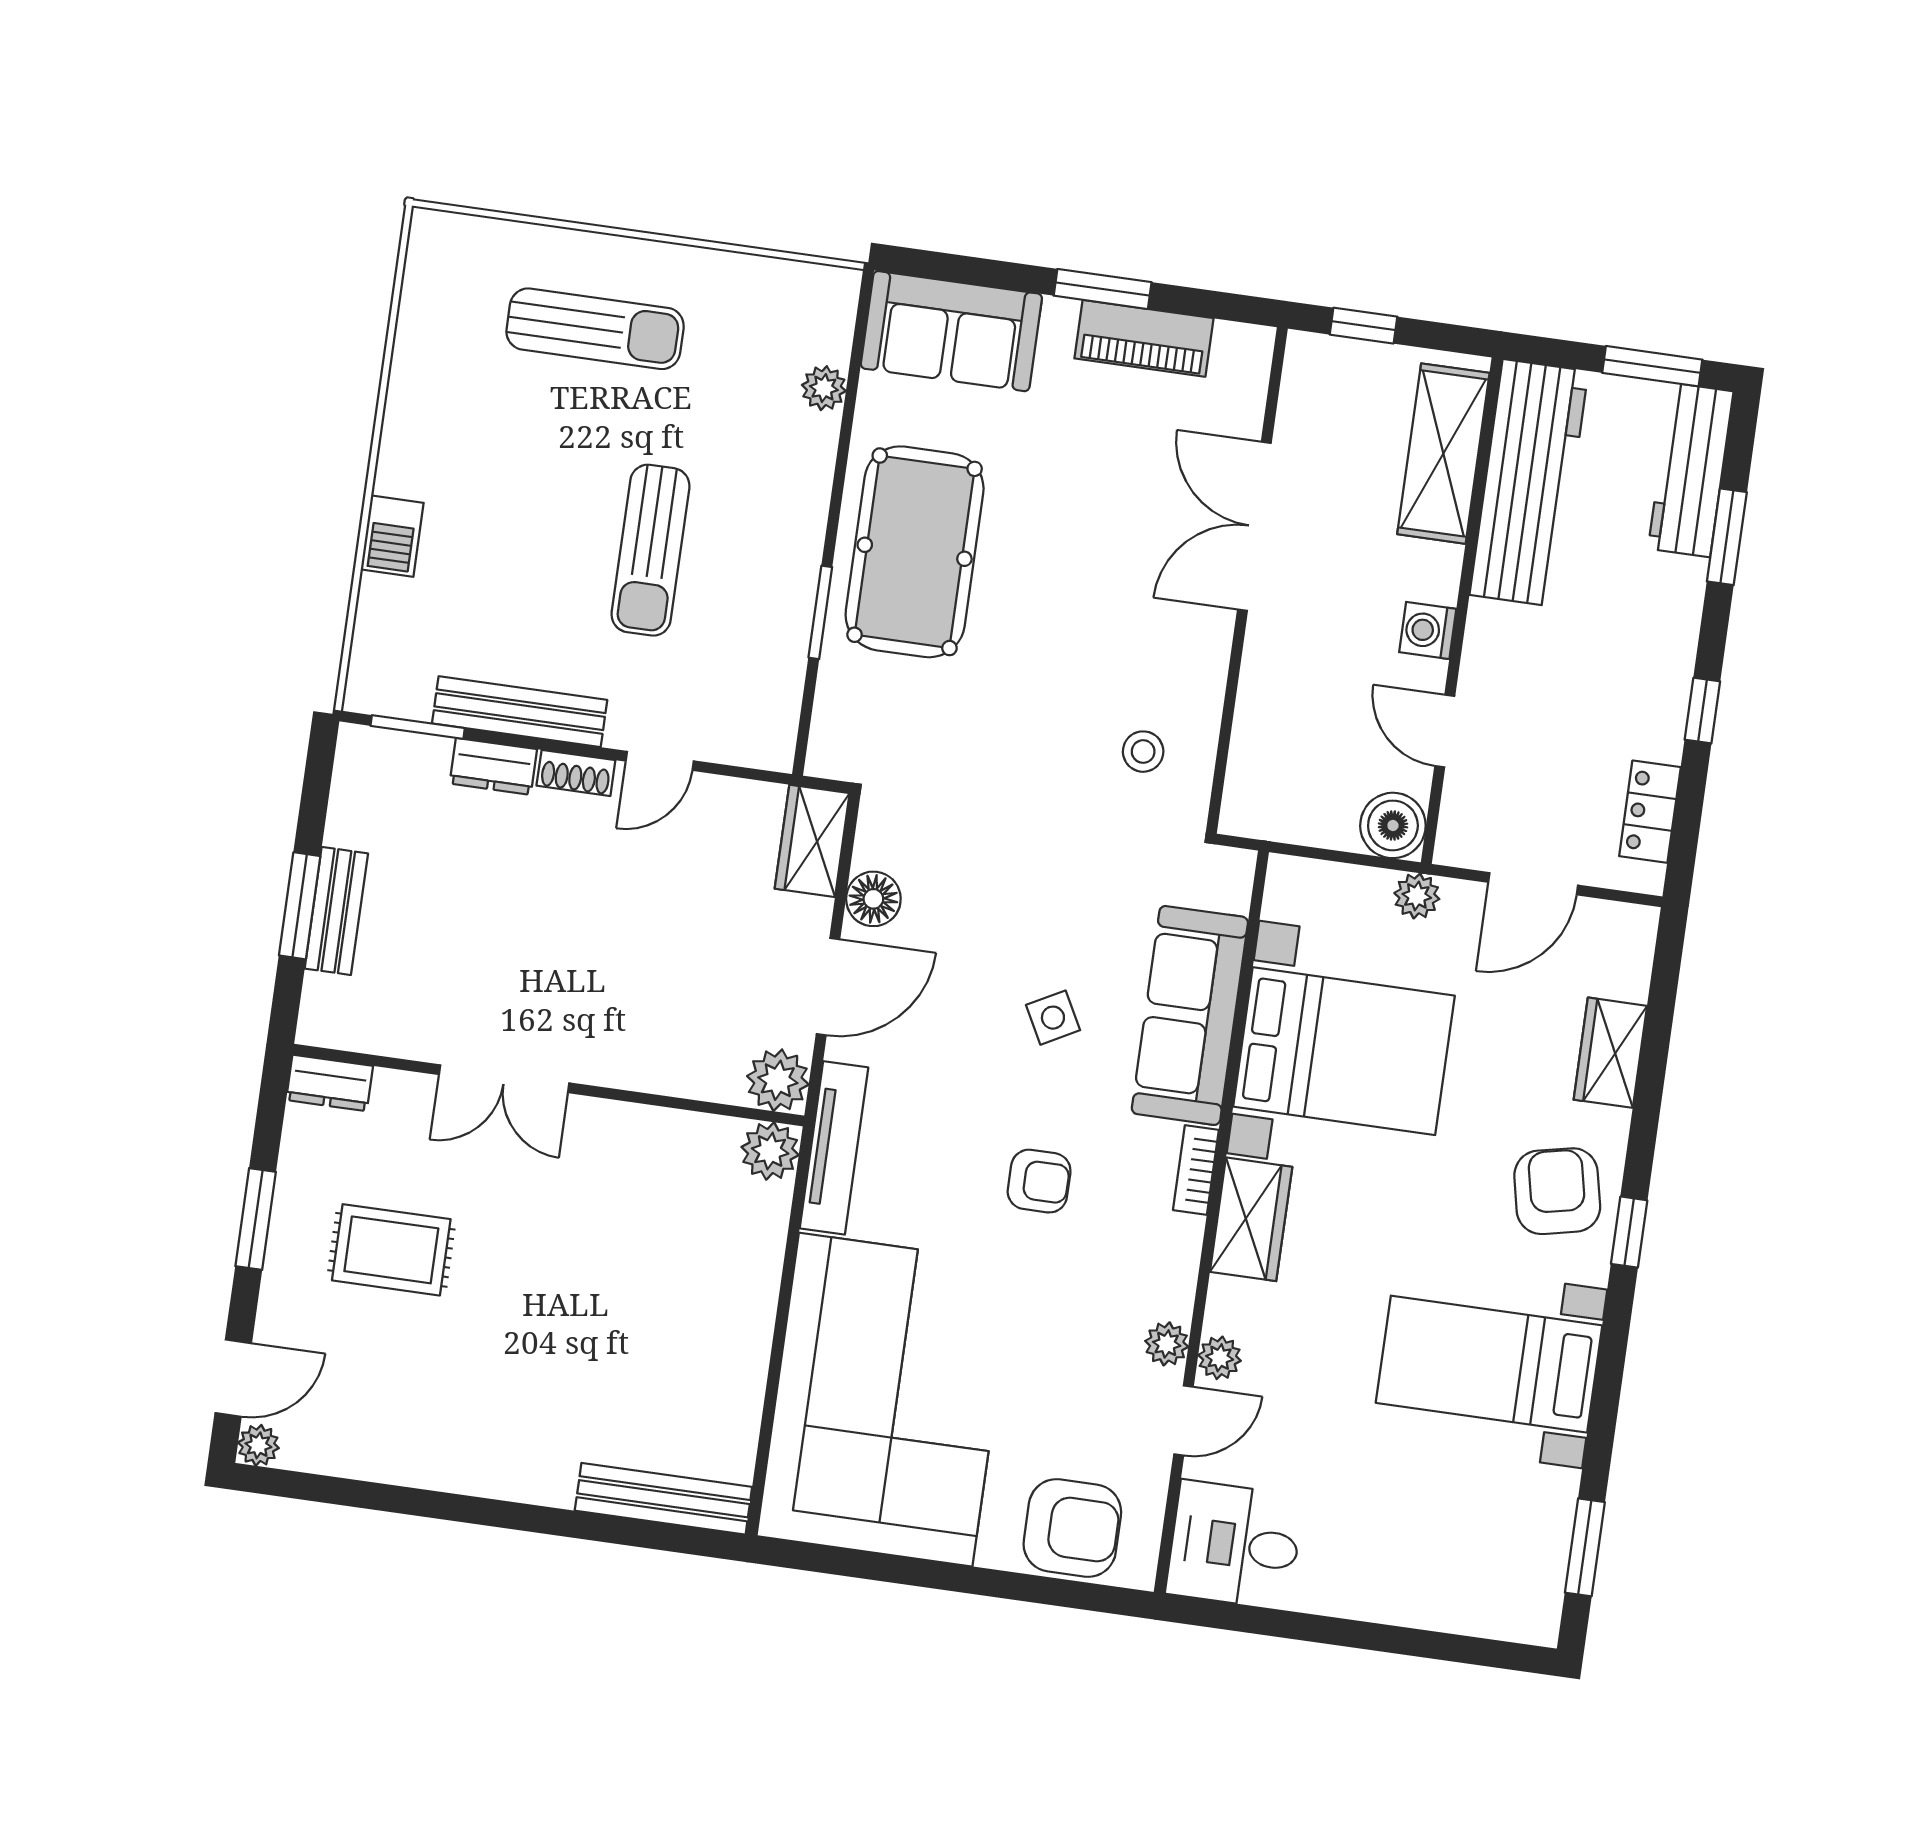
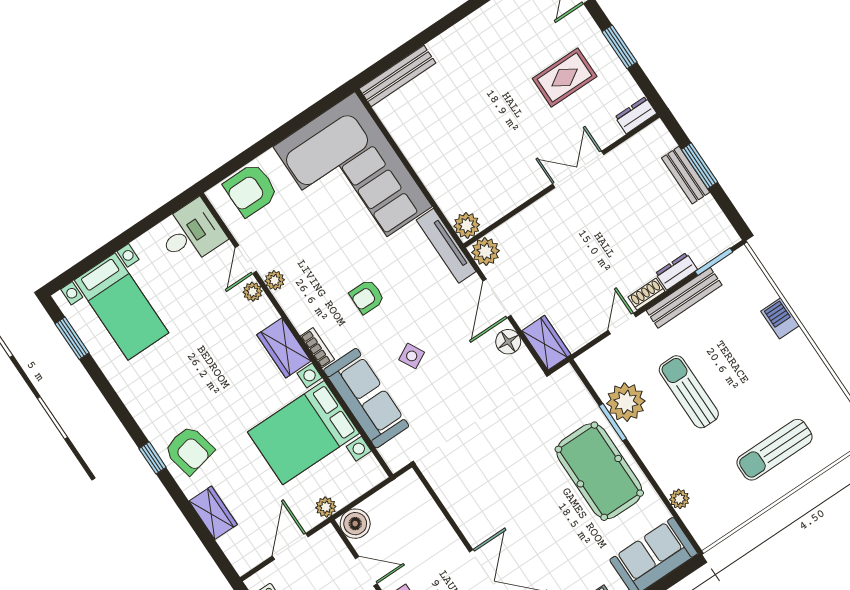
plant: (769, 626) -> (626, 402), added
stool: (1143, 752) -> (462, 473), removed
bed with nightstands: (1489, 1364) -> (121, 306), moved, turned 90

